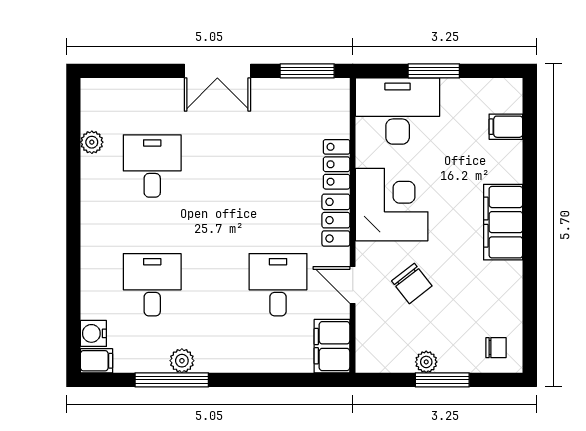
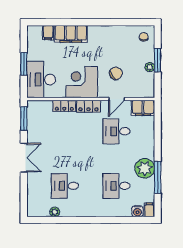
filing cabinet: (503, 222) -> (71, 34), moved
plant: (182, 361) -> (145, 168), width x1.88, depth x1.88

